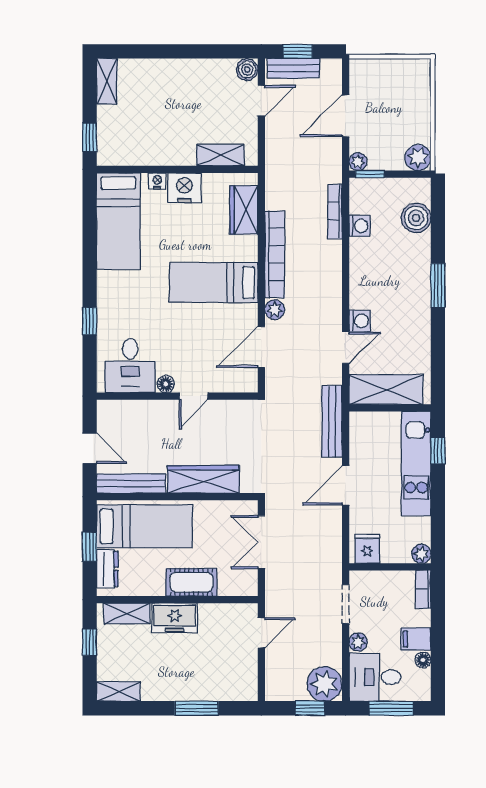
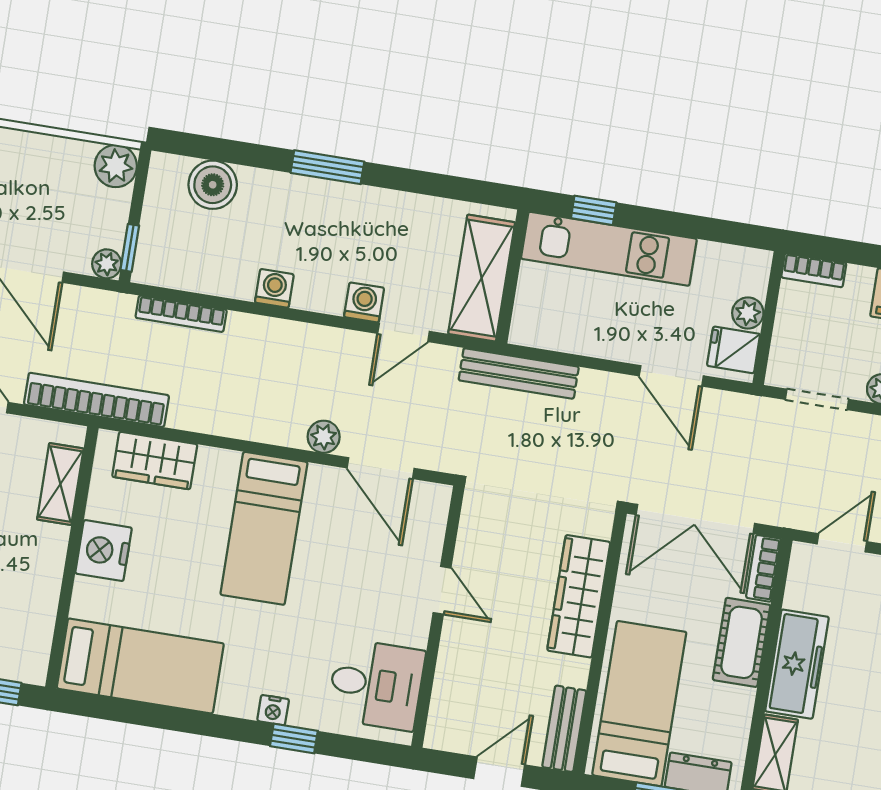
nightstand: (157, 181) -> (273, 710), moved, turned -90
washing machine: (359, 226) -> (274, 288), moved
bookcase: (275, 254) -> (96, 400), moved
door: (346, 348) -> (404, 332), swing flipped
floor lamp: (166, 384) -> (415, 632), removed
bench: (131, 484) -> (564, 729), width x0.73
door: (346, 485) -> (671, 376), moved
double door: (261, 542) -> (695, 519), width x1.37
plant: (421, 554) -> (748, 313), moved
bookcase: (238, 588) -> (764, 568), added
freezer: (175, 618) -> (797, 664), width x1.40
door: (261, 633) -> (842, 543), hinge flipped

